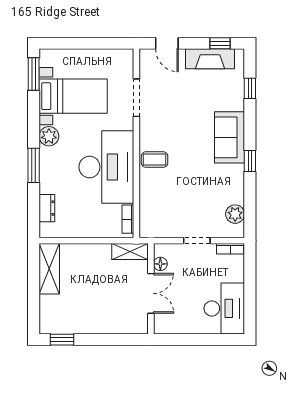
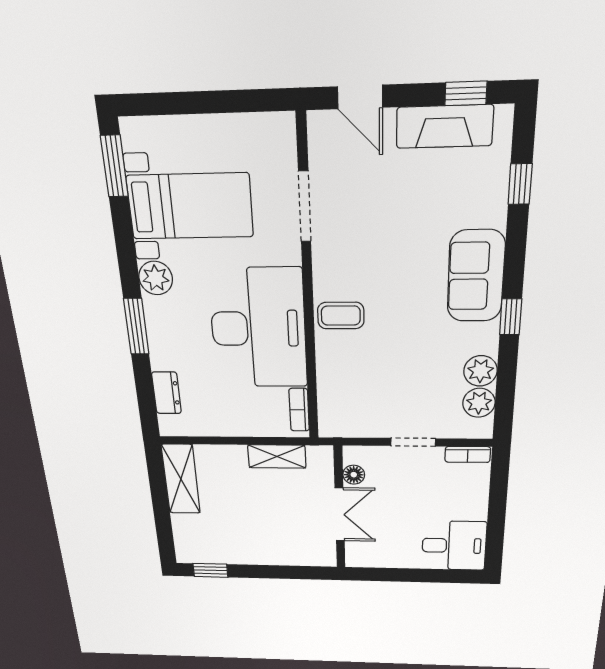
plant: (235, 194) -> (480, 371), added
shelving: (130, 251) -> (277, 456), moved
desk: (224, 308) -> (454, 546), width x0.73

